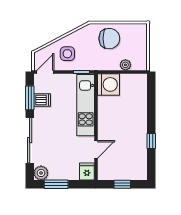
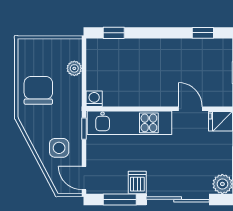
washing machine: (108, 84) -> (94, 99), width x0.53, depth x0.53
window: (151, 94) -> (114, 33), added
dishwasher: (42, 100) -> (137, 183), moved
window: (151, 141) -> (203, 33), moved

